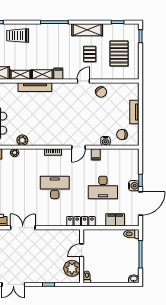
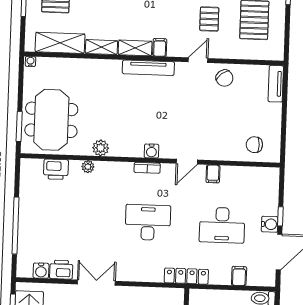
tv unit: (35, 87) -> (148, 68), moved
tv unit: (134, 112) -> (276, 84), moved
water cooler: (105, 141) -> (151, 151), moved
filing cabinet: (115, 220) -> (239, 276), width x0.50

